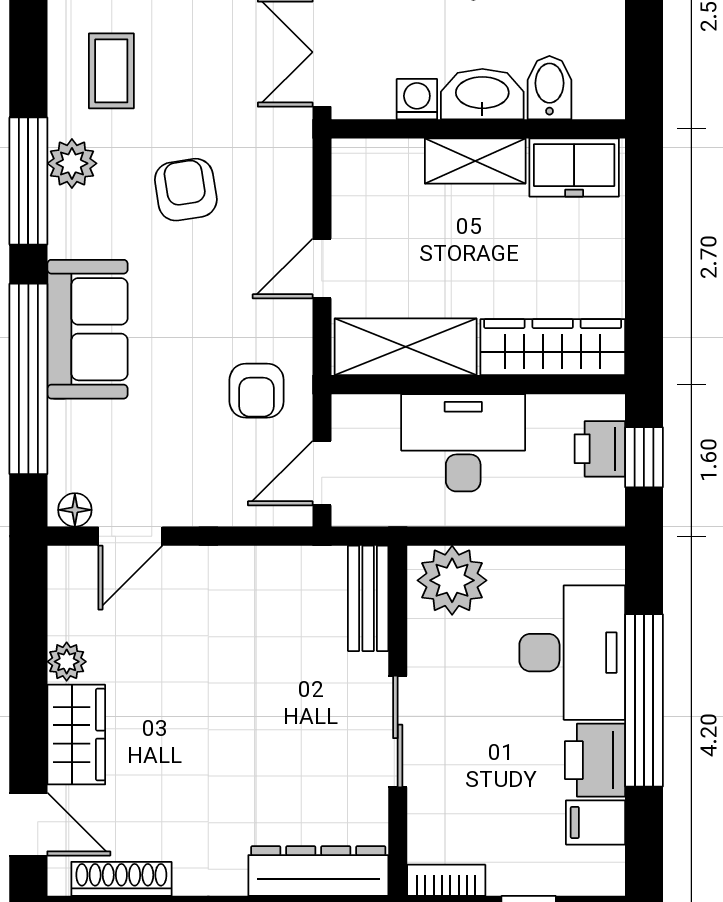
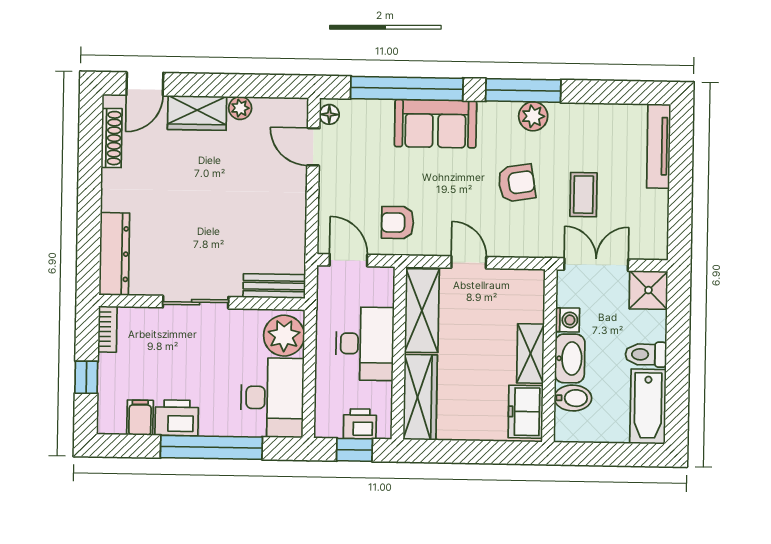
coffee table: (111, 71) -> (584, 195), moved, turned 90
desk: (572, 653) -> (272, 398), moved, turned -90

